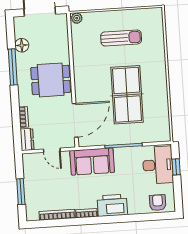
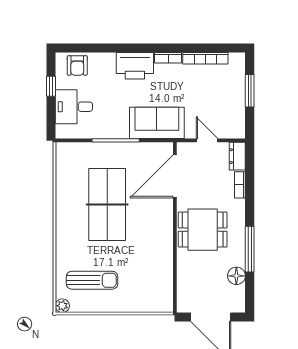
plant: (77, 18) -> (62, 306), moved
sun lounger: (121, 38) -> (92, 280), moved, turned 180
desk: (158, 165) -> (74, 107), width x0.73
window: (176, 167) -> (51, 86), moved

